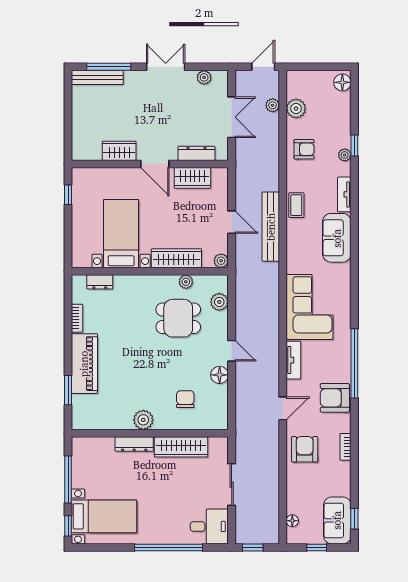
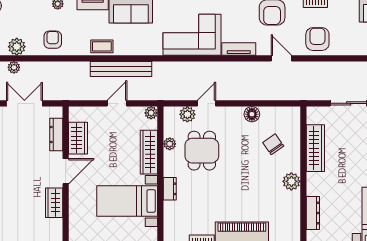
dresser: (100, 282) -> (170, 189), moved
door: (232, 351) -> (206, 103), moved
chair: (185, 399) -> (273, 144), turned 55
dresser: (134, 444) -> (313, 213), moved
armchair: (305, 449) -> (317, 39), turned 90

